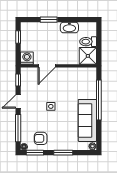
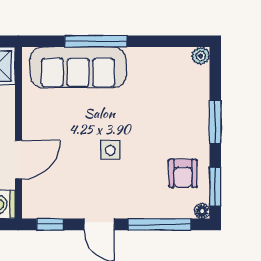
door: (47, 66) -> (18, 160), hinge flipped
window: (99, 100) -> (96, 41), width x0.68
sofa: (87, 120) -> (78, 67), moved

